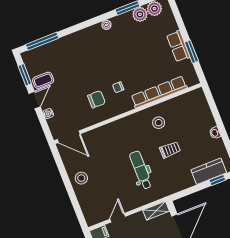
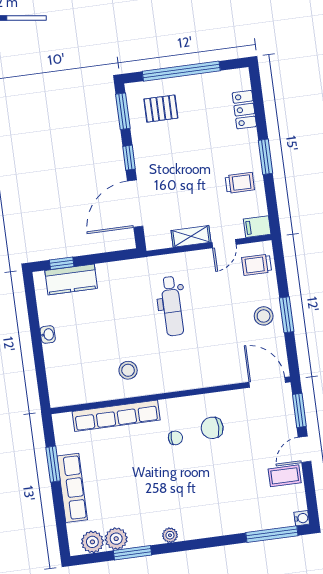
row of seats: (178, 46) -> (72, 488), width x1.48
window: (25, 75) -> (299, 410), moved
water cooler: (48, 114) -> (302, 518), moved
trolley: (170, 150) -> (257, 265), moved
window: (67, 182) -> (287, 315), added
shelving: (156, 211) -> (191, 236), moved

